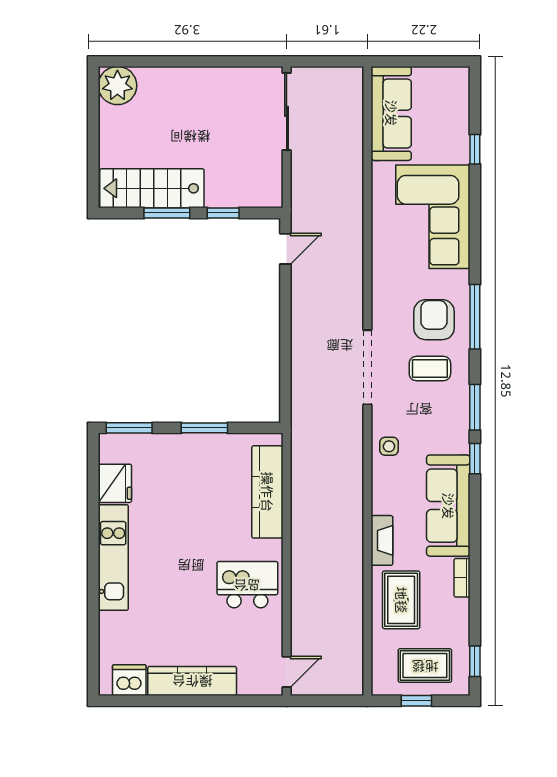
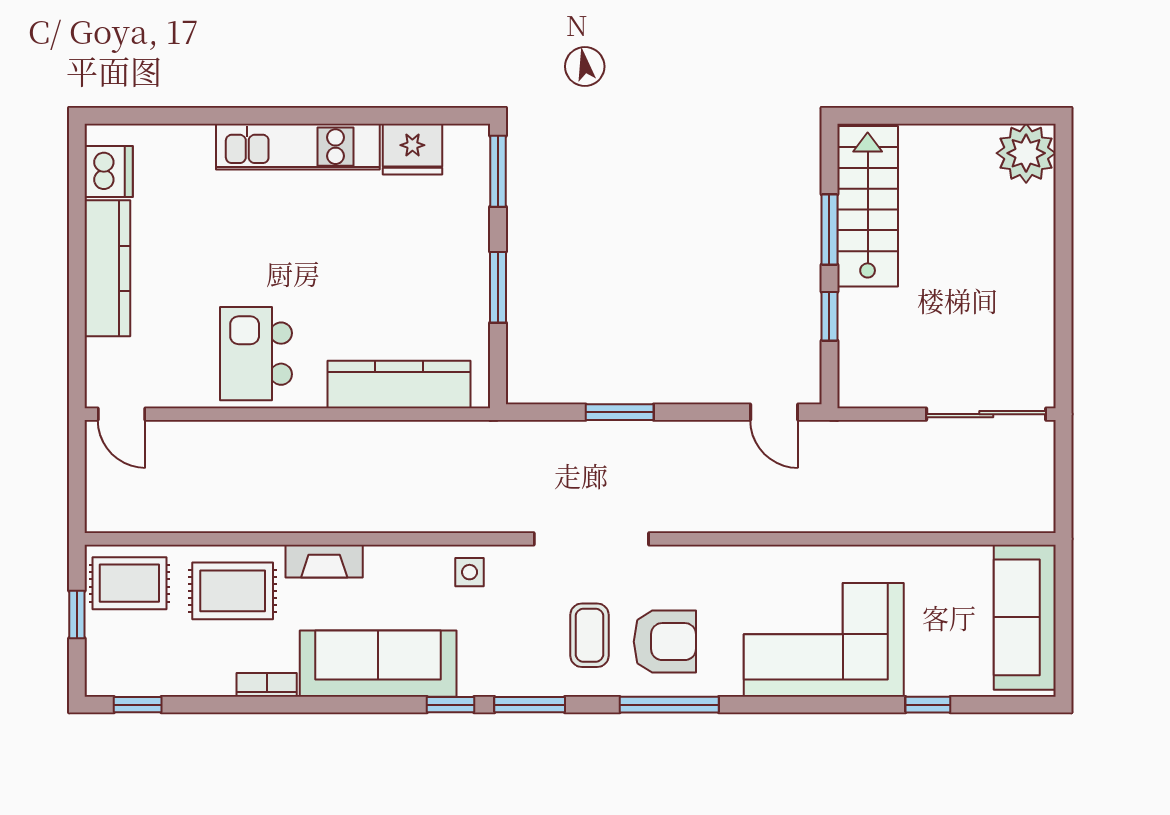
sofa: (391, 113) -> (1025, 617), moved, turned 90
window: (285, 349) -> (620, 412), added
kitchen island: (247, 585) -> (256, 354), turned 180
rug: (425, 666) -> (129, 583), moved, turned 90

